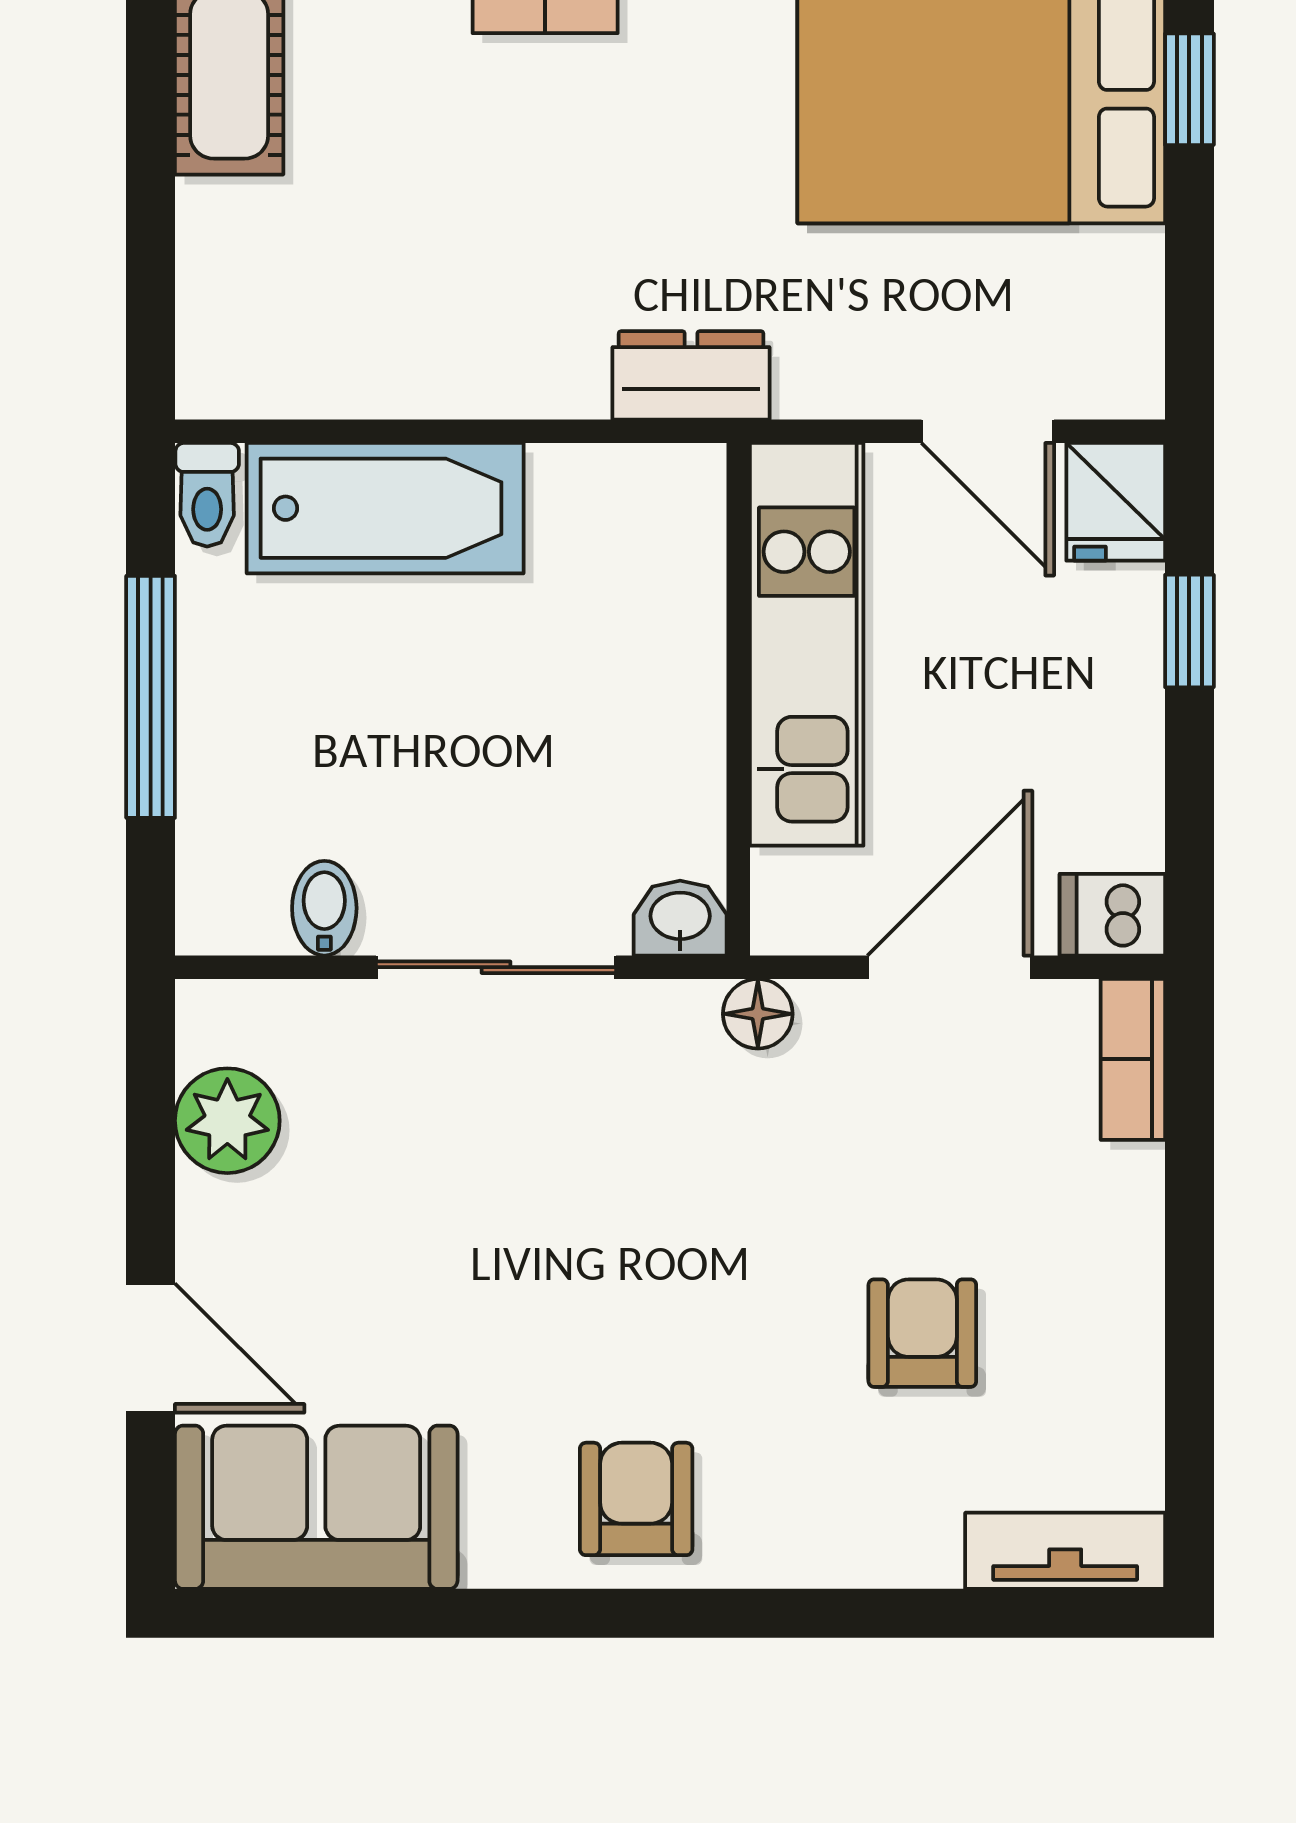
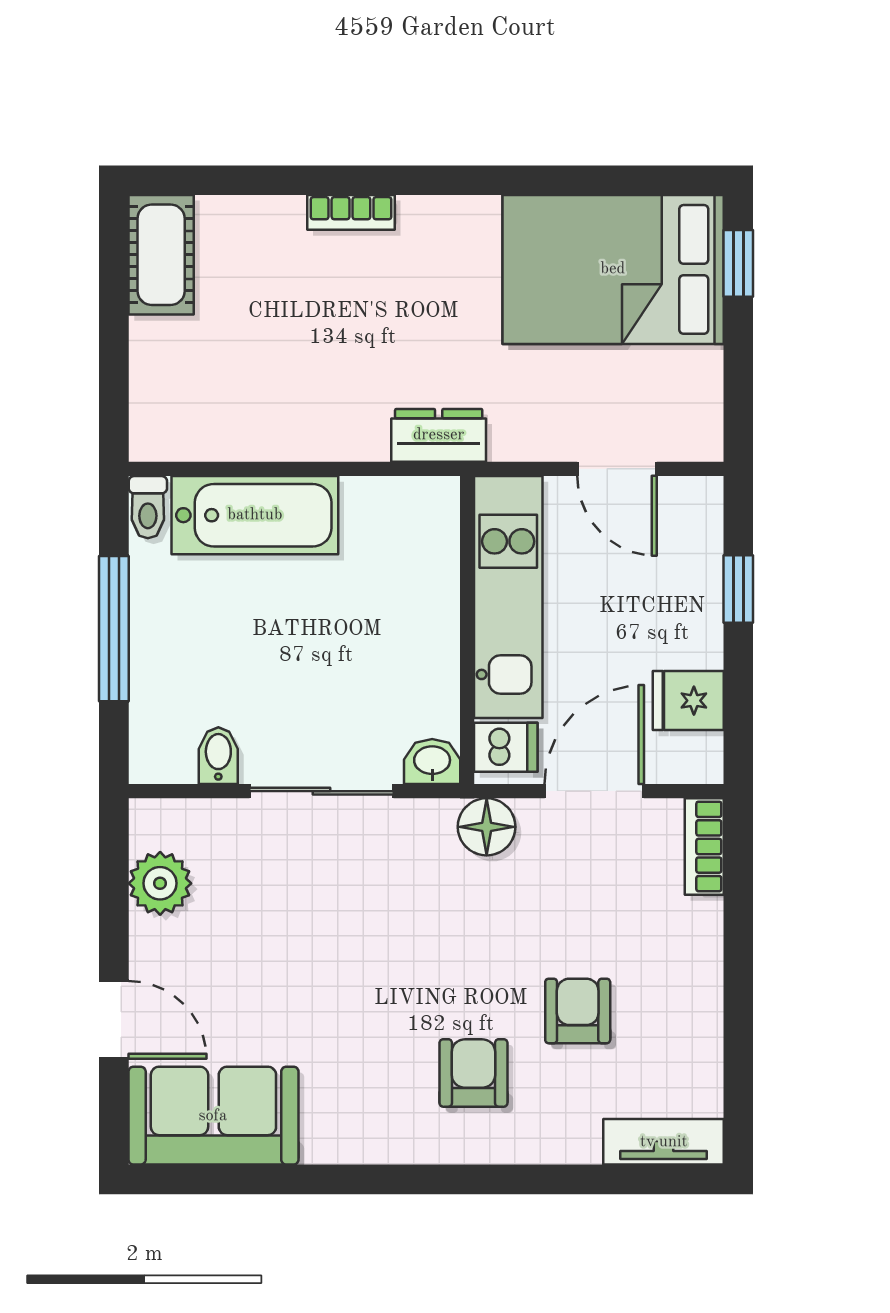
fridge: (1116, 502) -> (688, 701), moved, turned 90
dishwasher: (1112, 915) -> (506, 747), moved, turned 180
floor lamp: (758, 1014) -> (487, 827), width x1.37, depth x1.37
armchair: (636, 1499) -> (473, 1073), moved

